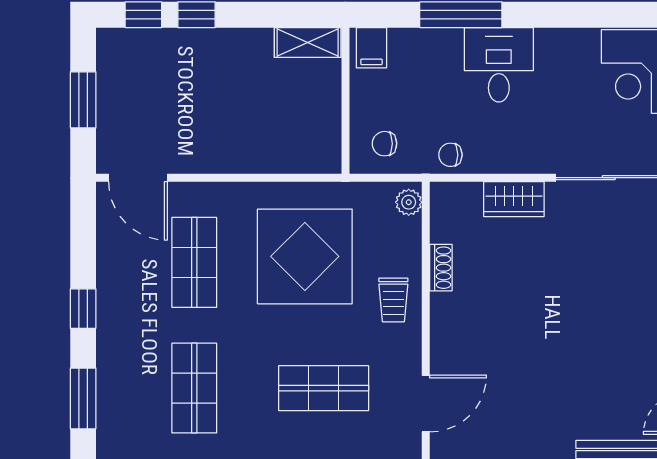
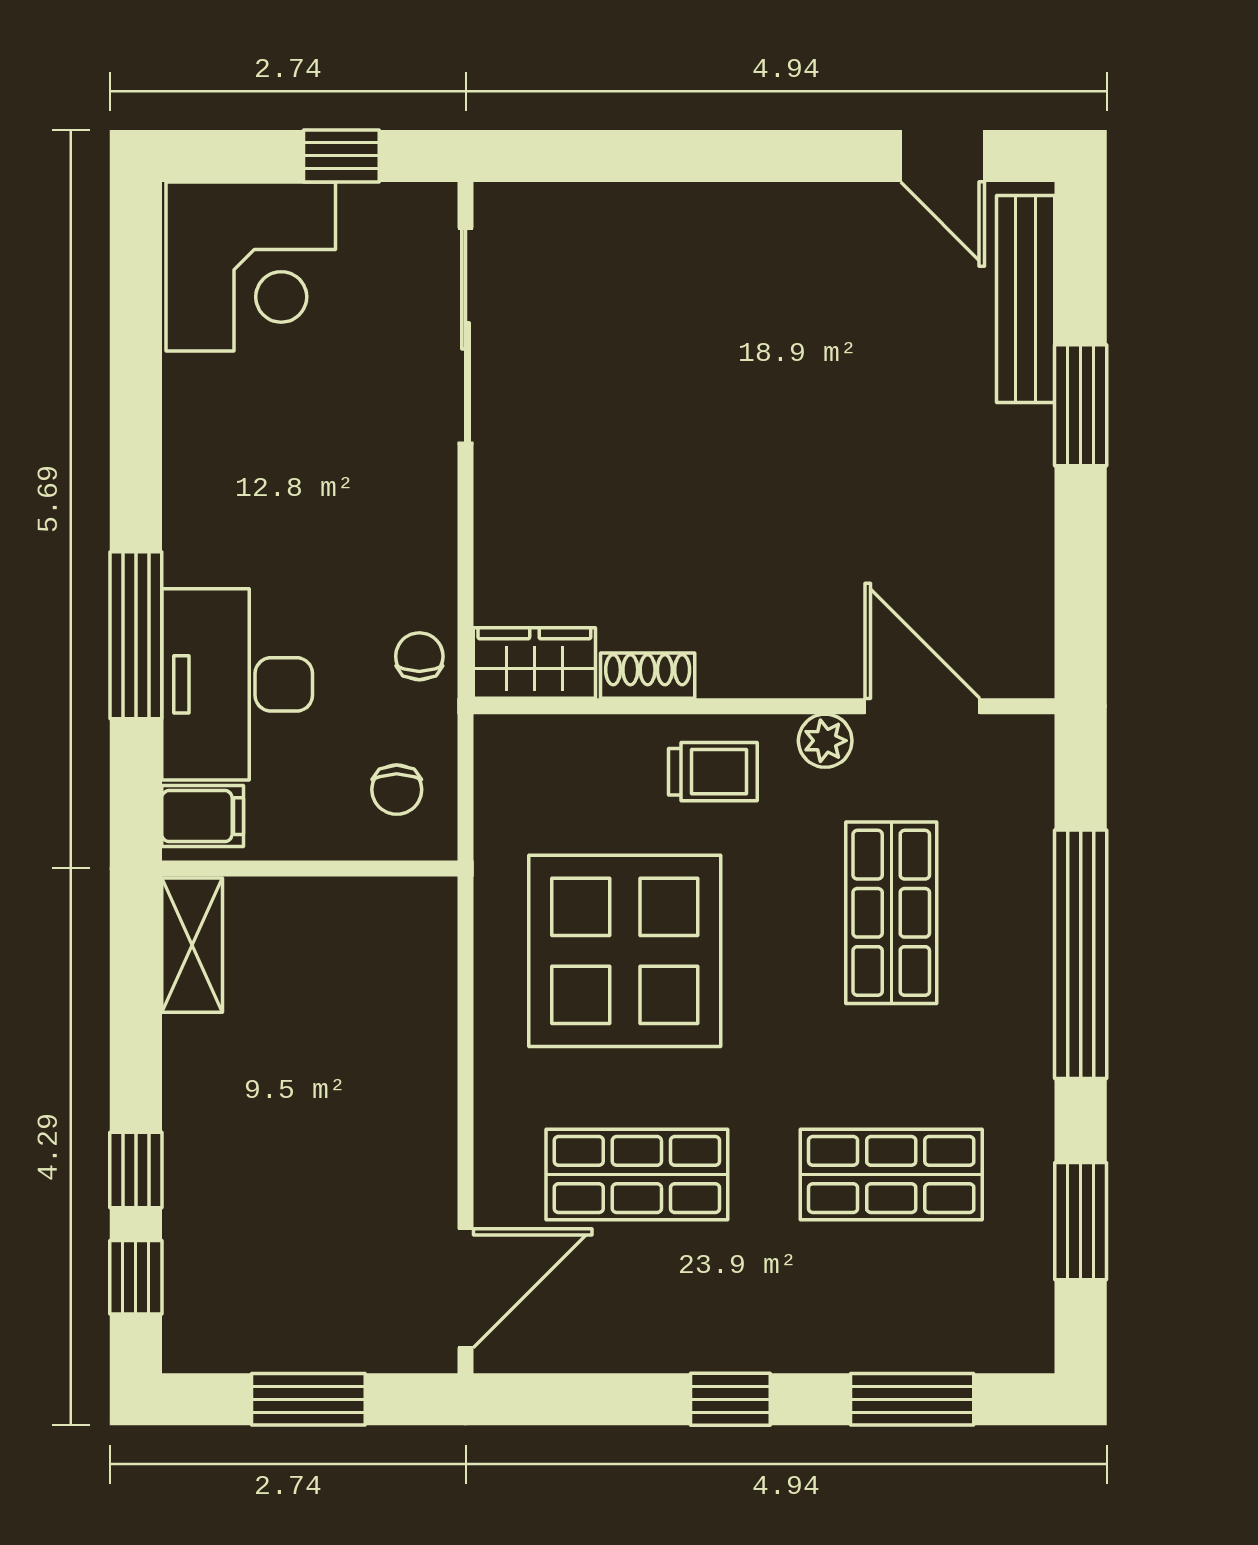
desk: (499, 65) -> (237, 684), moved, width x1.37
chair: (450, 155) -> (419, 656), turned 180
wardrobe: (514, 199) -> (534, 663), moved, turned -90
plant: (409, 202) -> (825, 741), moved

